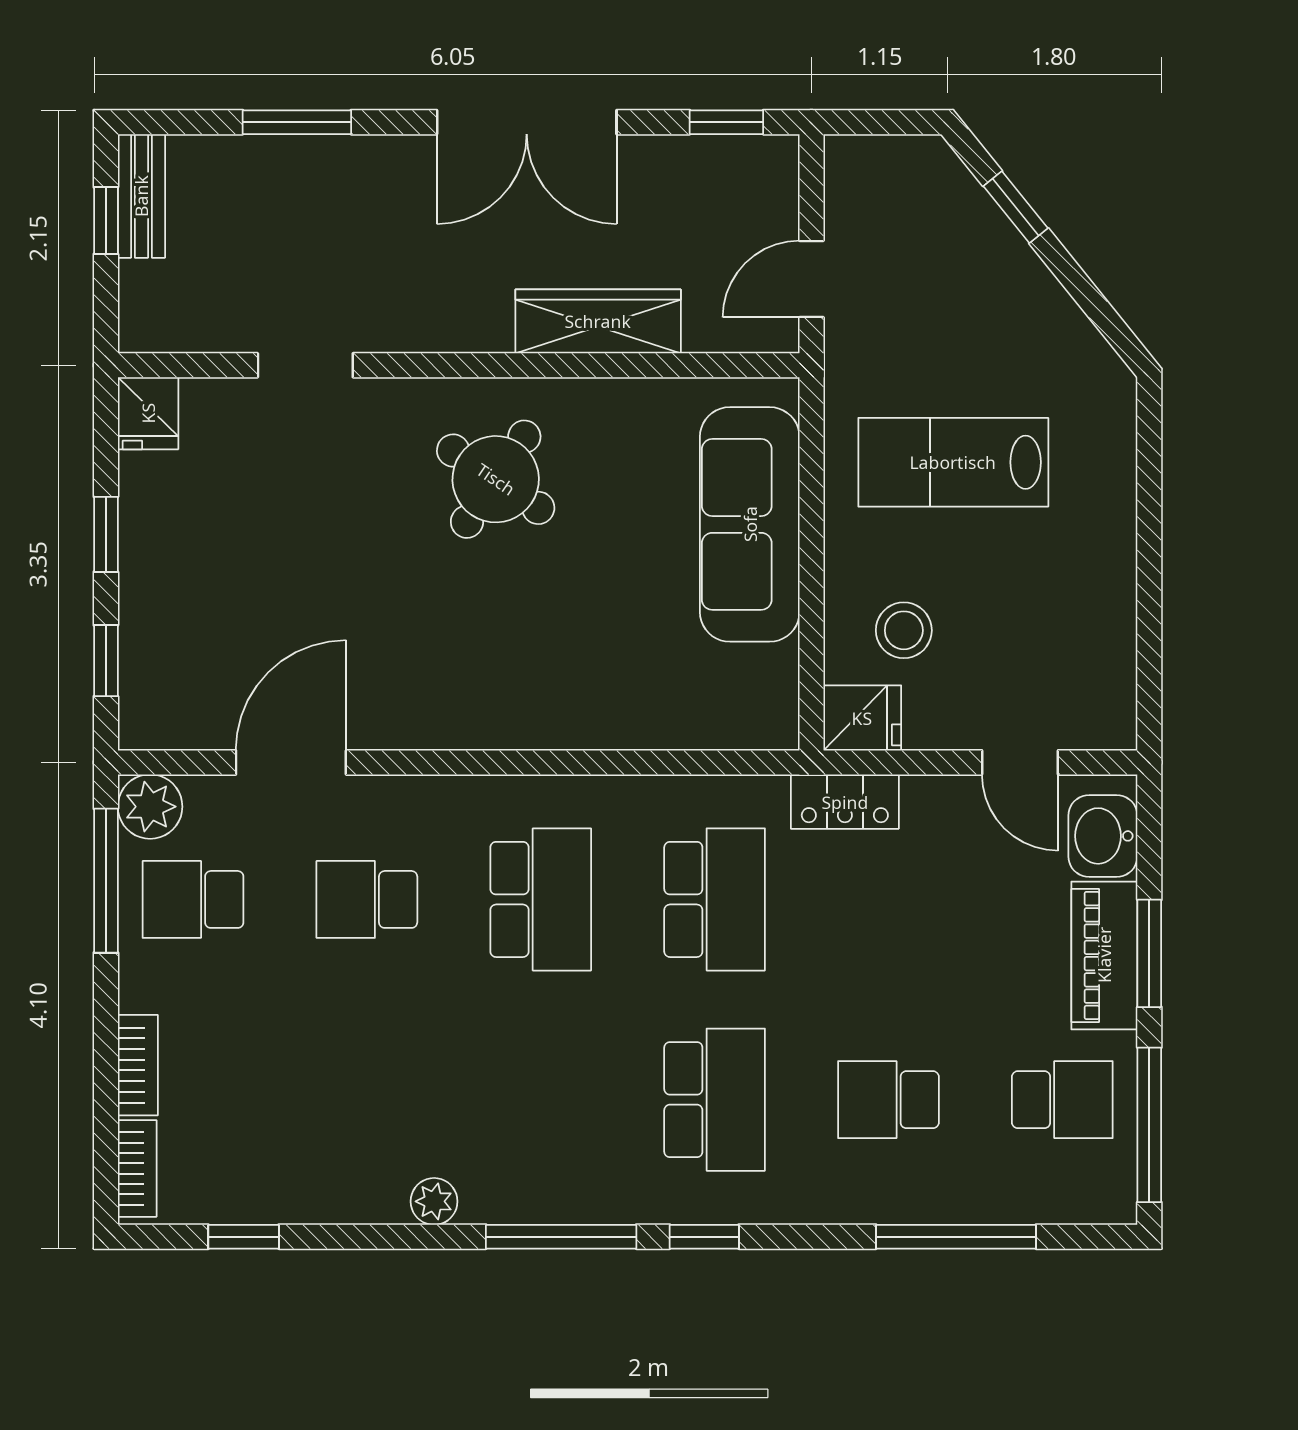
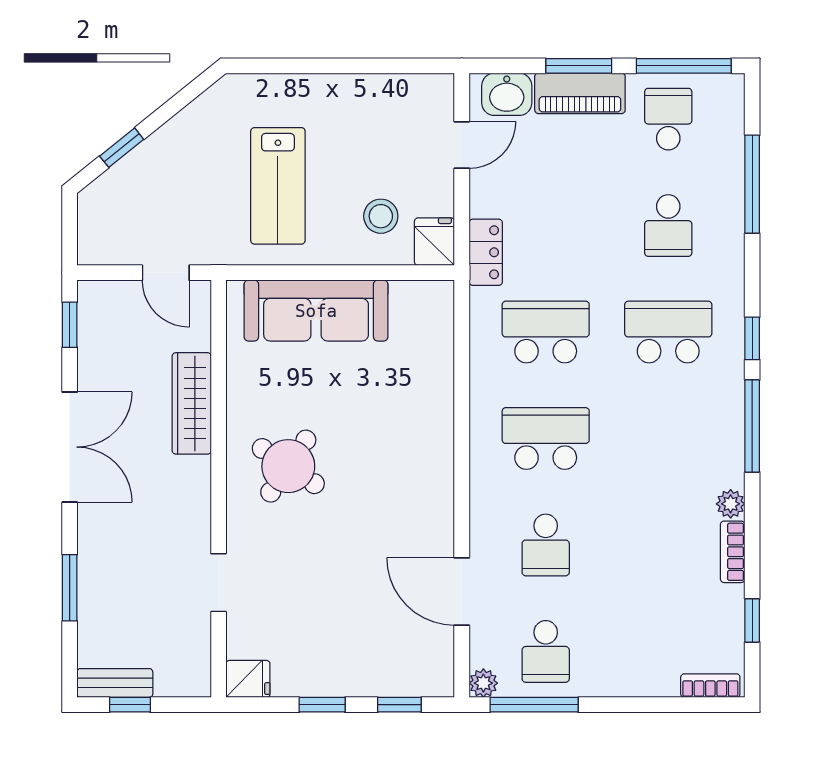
plant: (150, 807) -> (483, 683), width x0.73, depth x0.73
bookcase: (138, 1065) -> (733, 552), moved, turned -90

